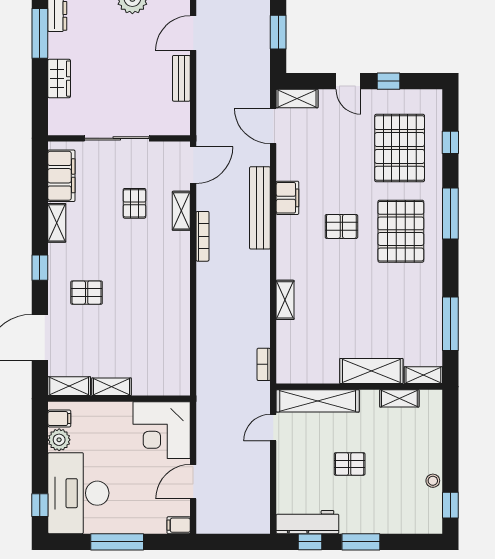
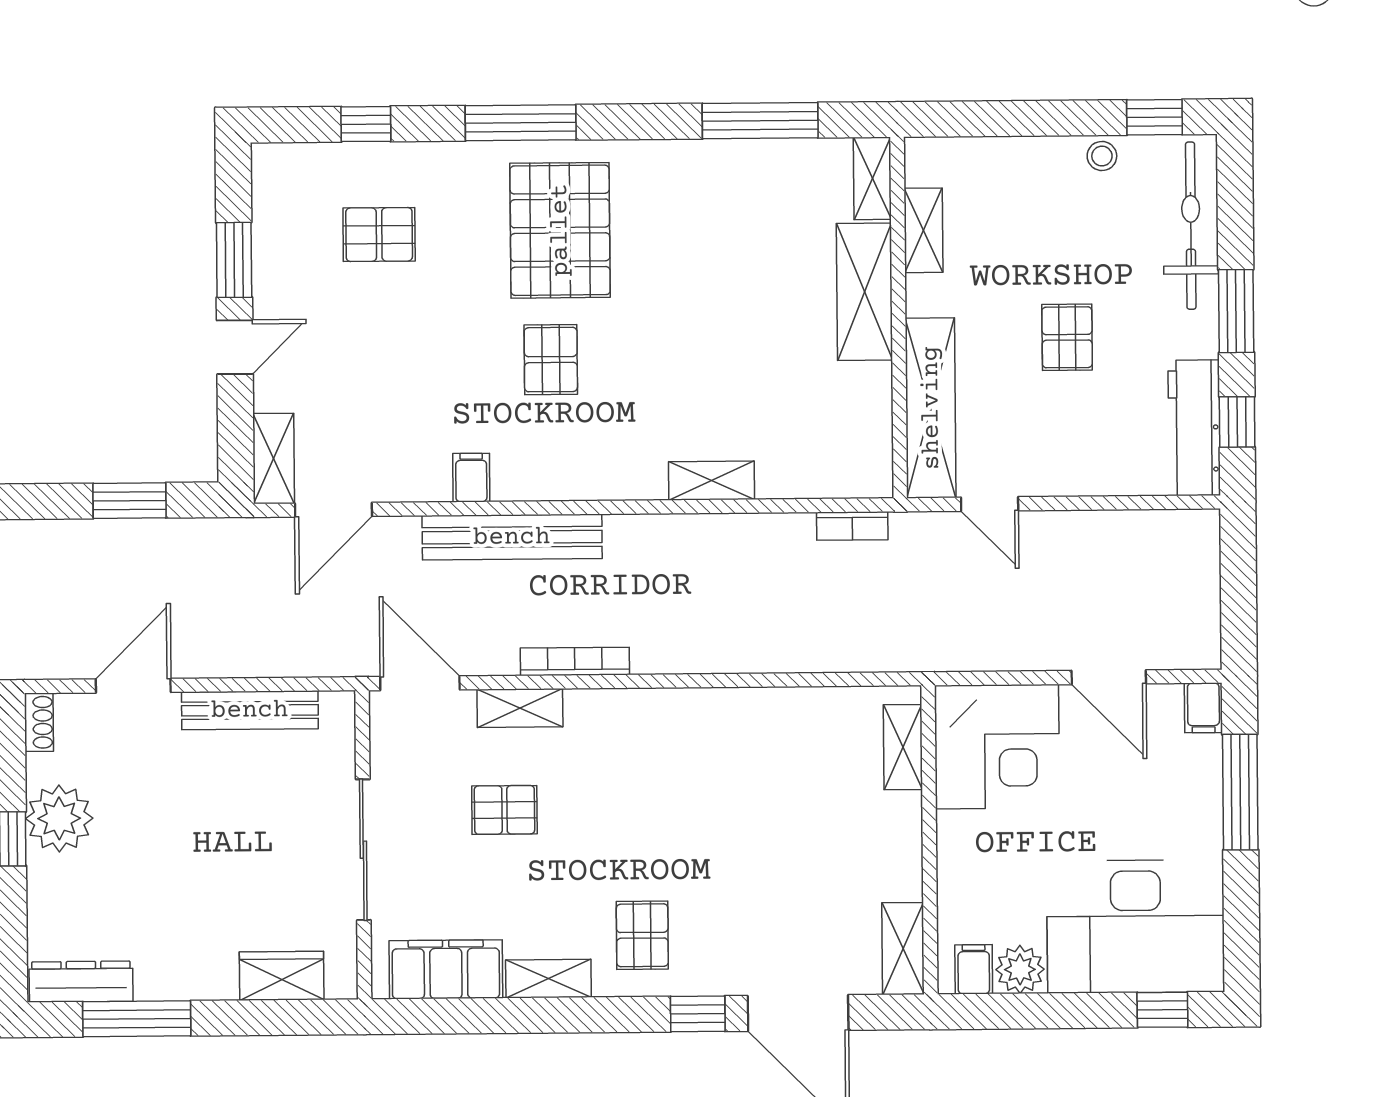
door: (193, 33) -> (133, 686), swing flipped
bench: (181, 78) -> (250, 710), width x1.36
wardrobe: (59, 79) -> (282, 976), moved
window: (388, 81) -> (234, 260), width x1.50
pallet: (400, 148) -> (379, 235), width x0.49, depth x0.50
filing cabinet: (287, 198) -> (471, 478), width x0.50
pallet: (401, 231) -> (560, 230), turned 90
window: (40, 268) -> (698, 1014), moved
pallet: (87, 293) -> (642, 935), moved
shelving: (111, 387) -> (903, 747), moved
bicycle: (400, 521) -> (1191, 226), added
window: (117, 542) -> (1240, 792), moved

